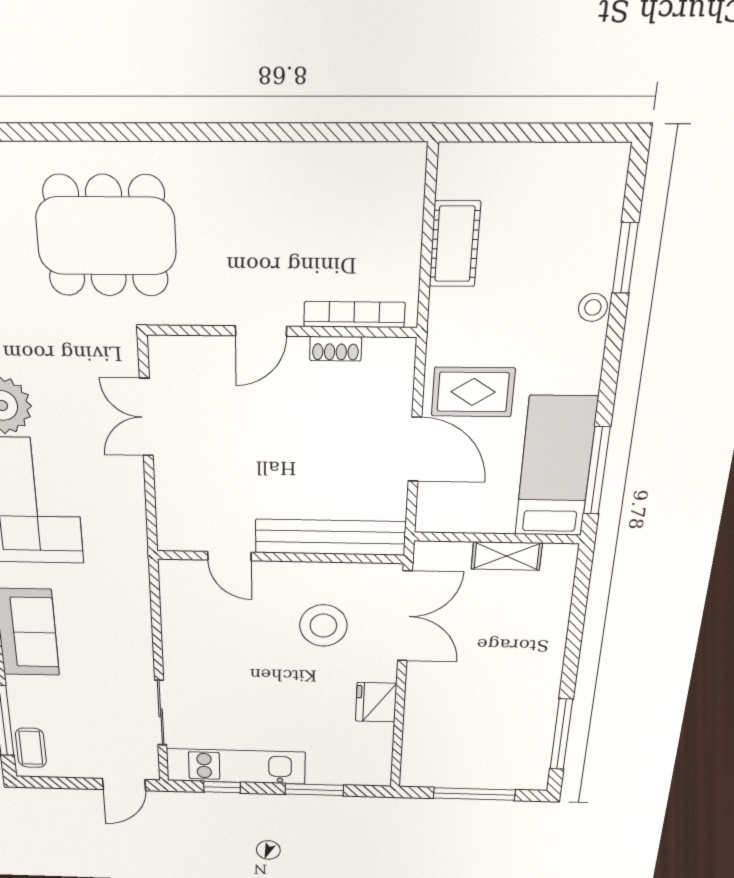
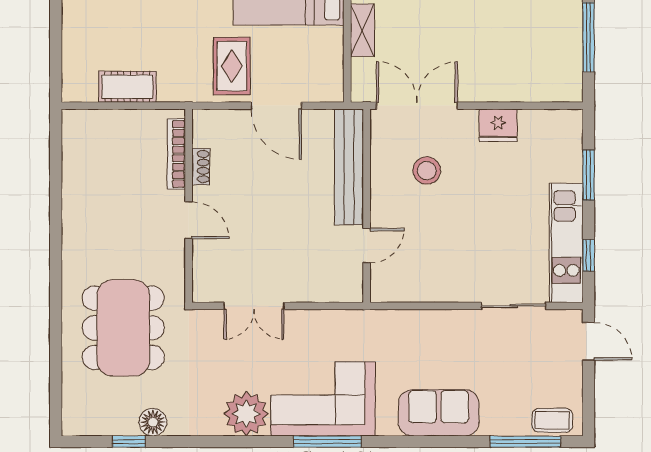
door: (415, 449) -> (276, 106), swing flipped
stool: (323, 626) -> (427, 171), width x0.73, depth x0.73

